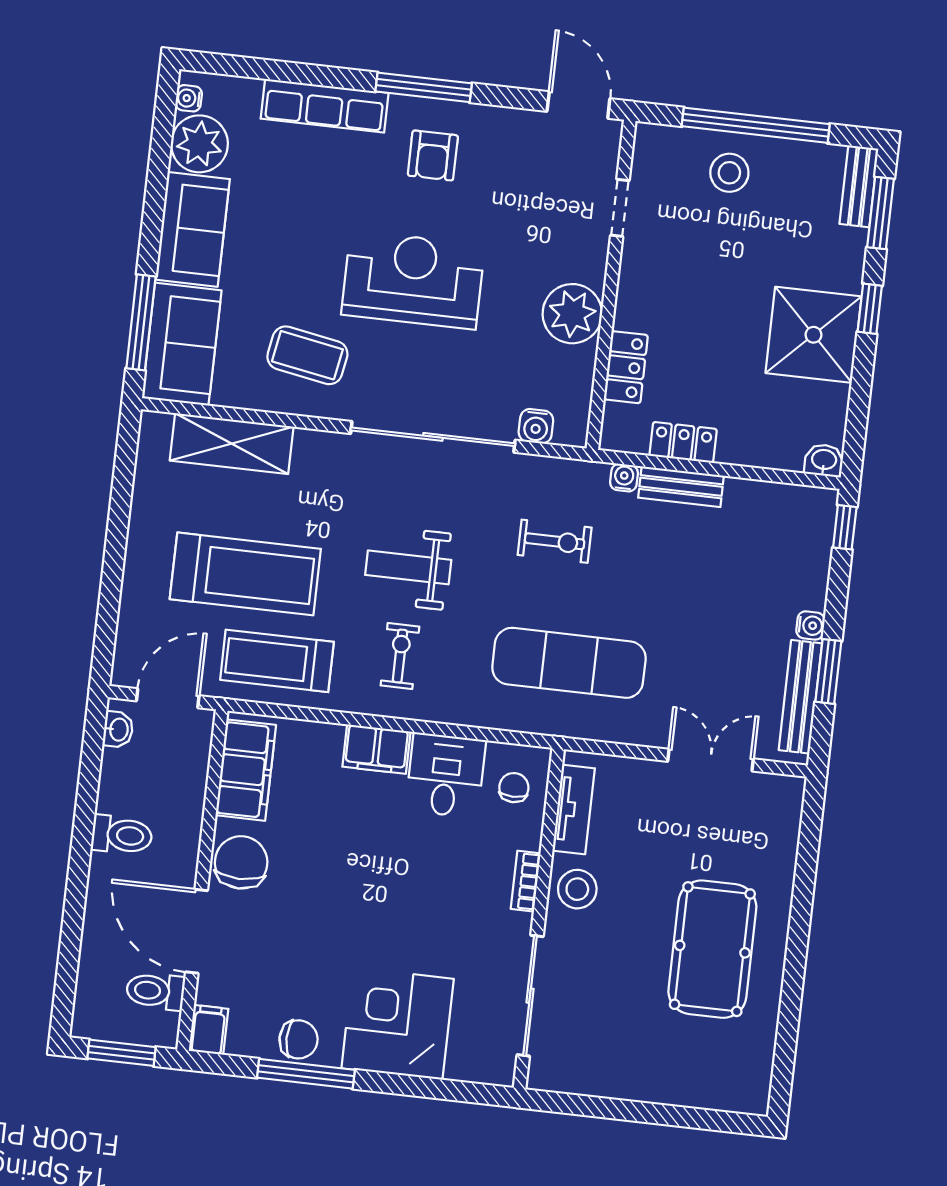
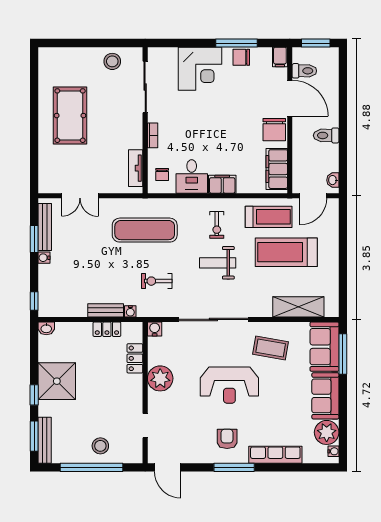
bench: (859, 186) -> (45, 440), width x1.36
water cooler: (536, 426) -> (155, 329), moved
weight bench: (408, 567) -> (218, 263), turned 180
stool: (577, 889) -> (112, 61), moved

